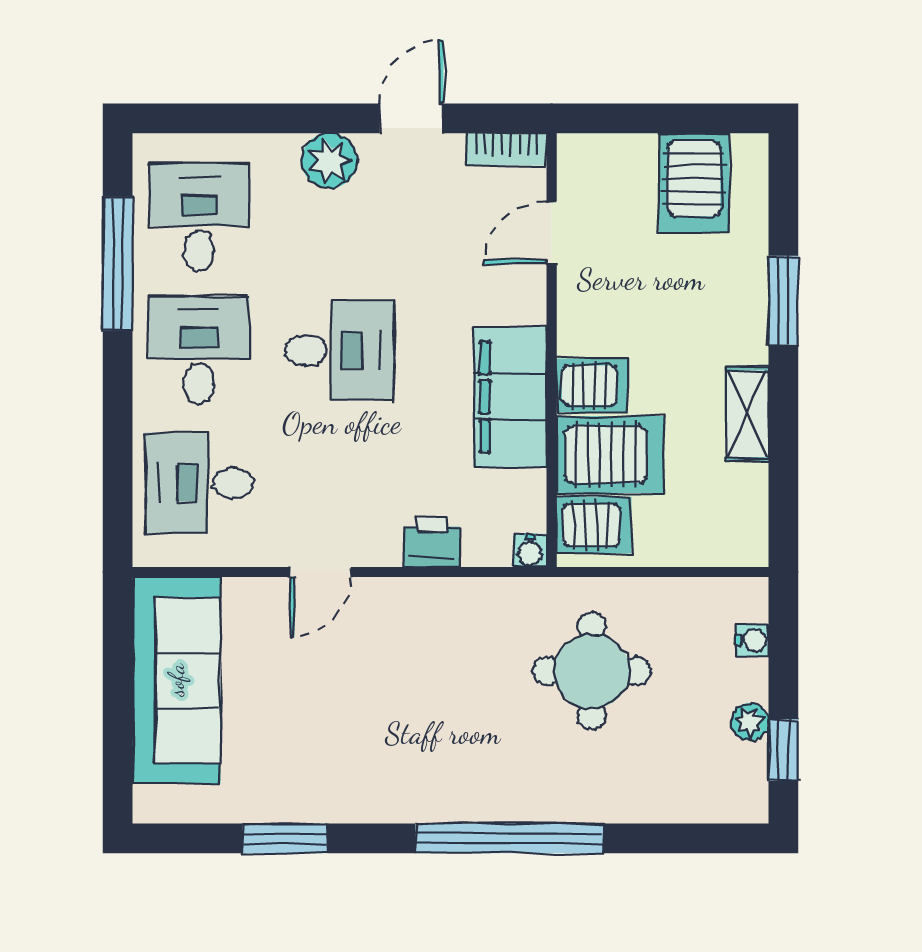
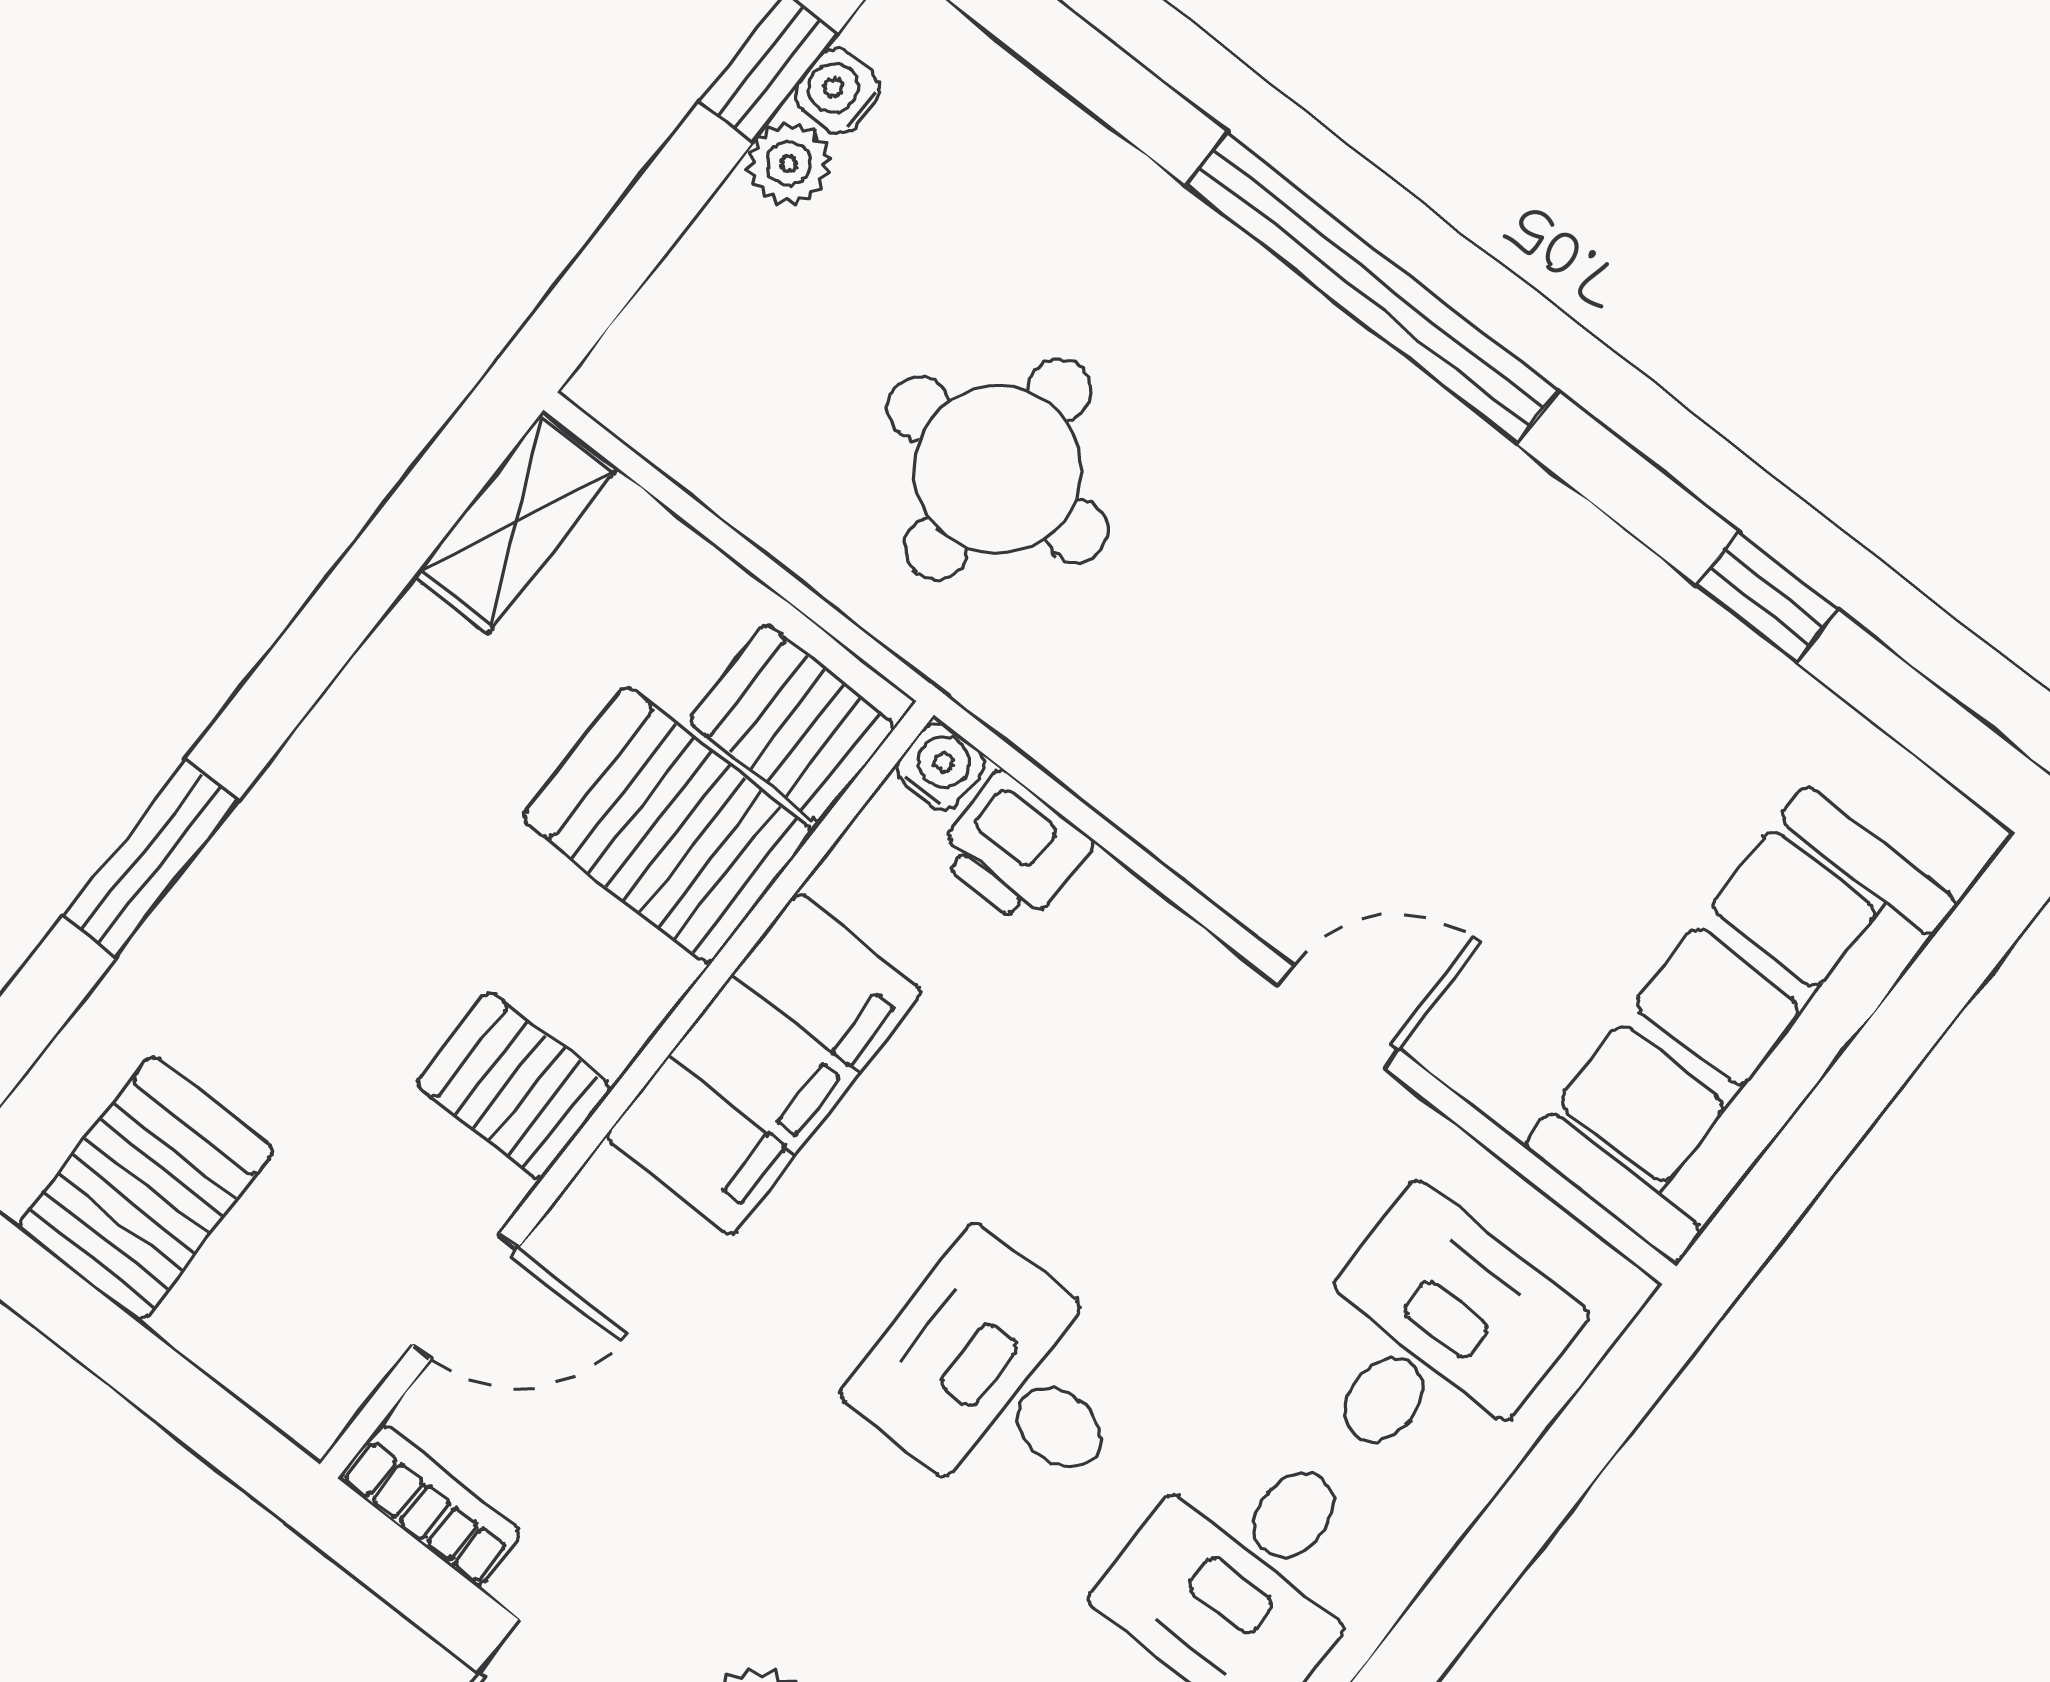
server rack: (592, 385) -> (515, 1086), moved
shelving: (747, 414) -> (516, 522), moved
desk: (199, 483) -> (1430, 1340), turned -90
printer: (432, 542) -> (1014, 849), moved
water cooler: (752, 641) -> (838, 91), moved
window: (285, 838) -> (1767, 597), width x0.67

